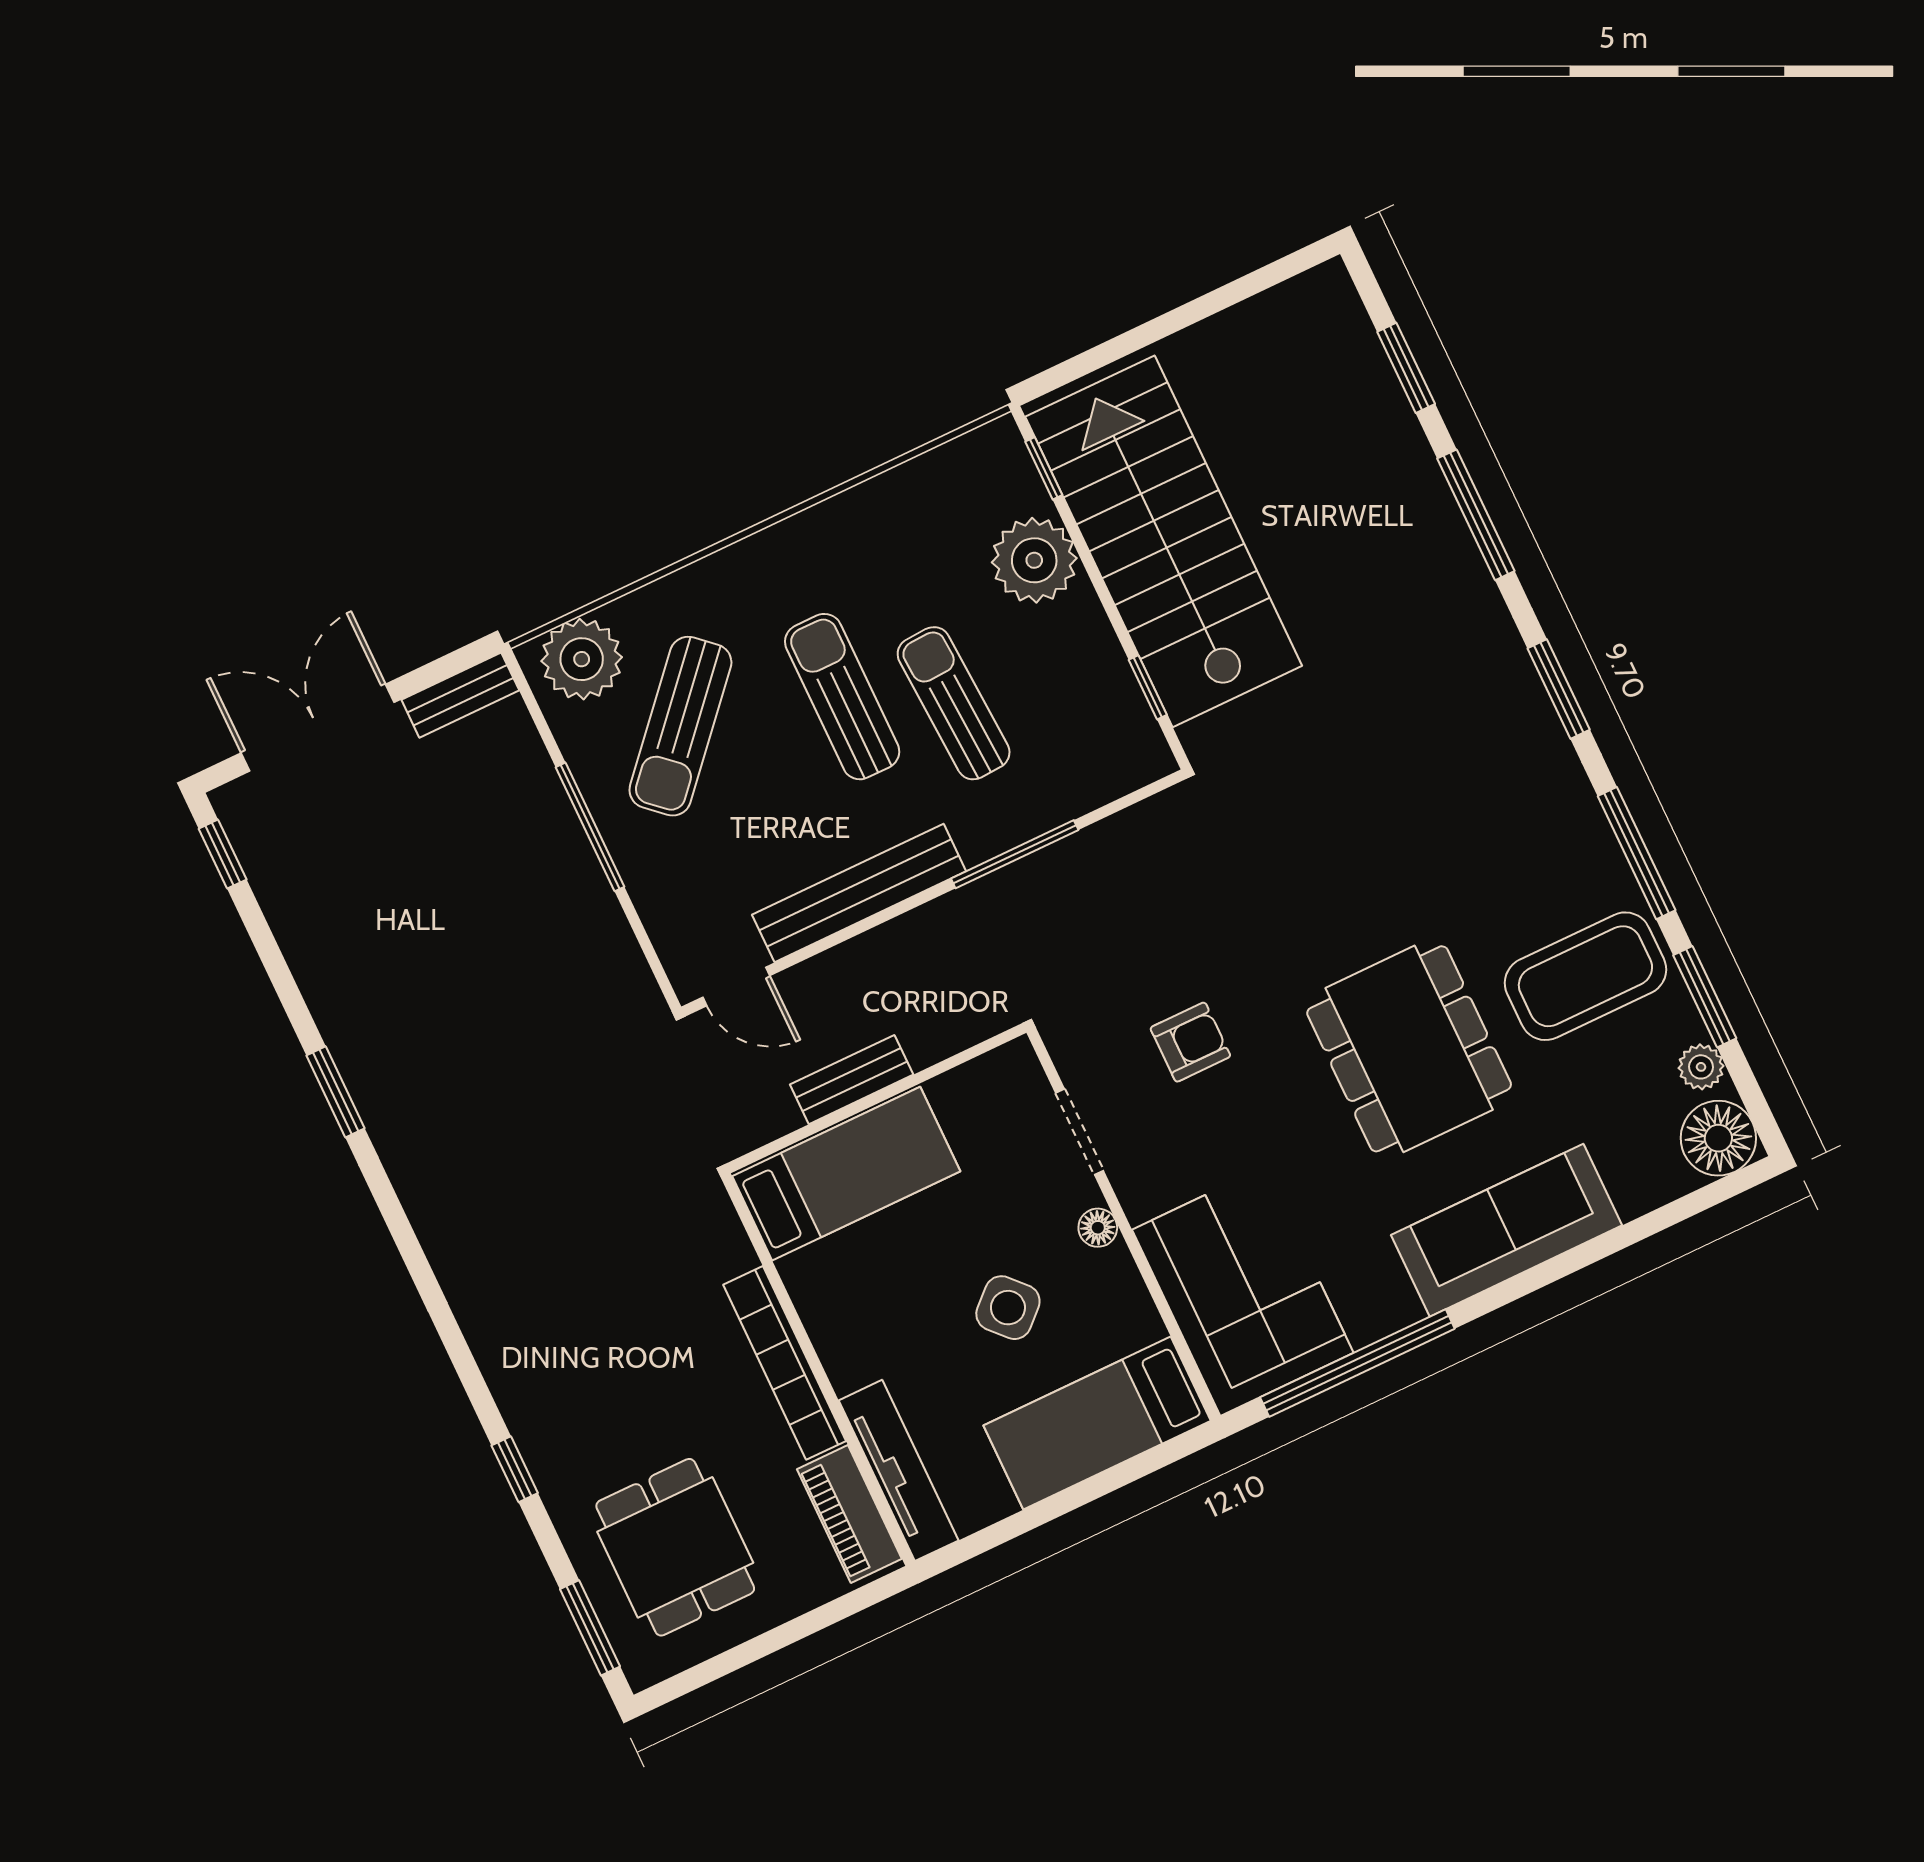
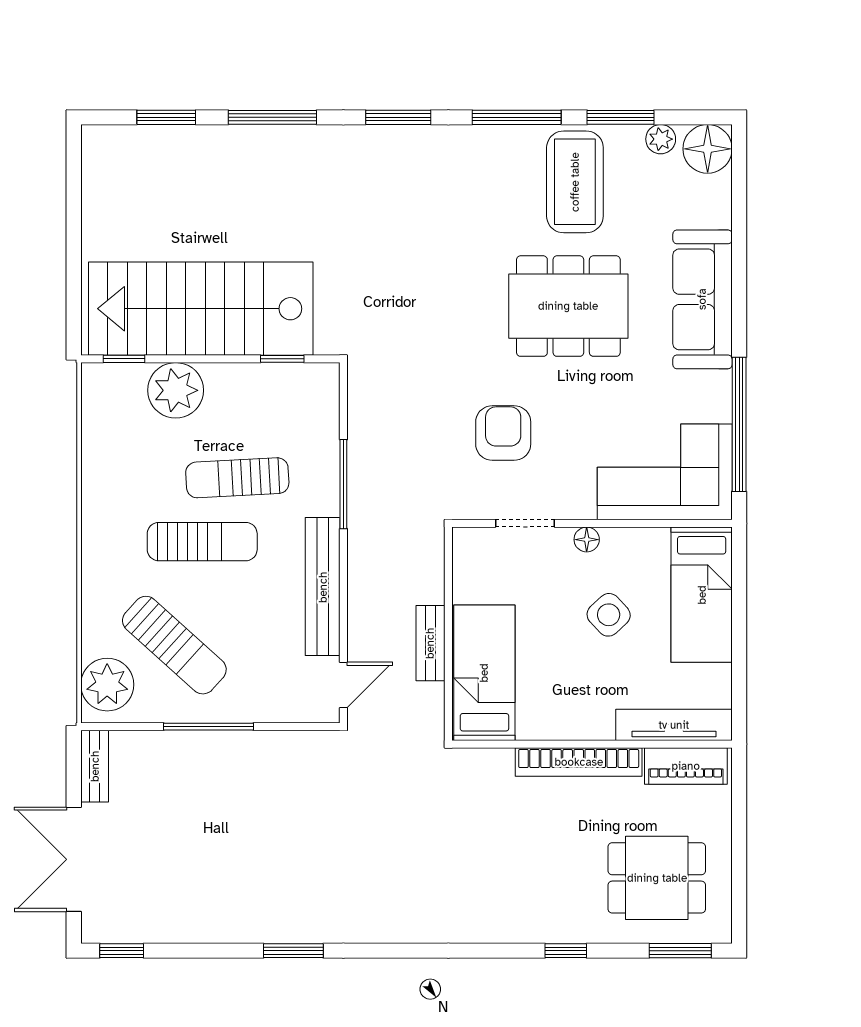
sun lounger: (842, 697) -> (202, 542), turned 180
armchair: (1190, 1042) -> (503, 433), width x1.38, depth x1.38

